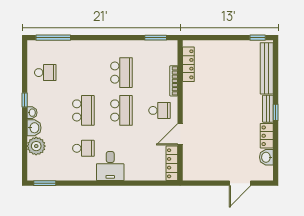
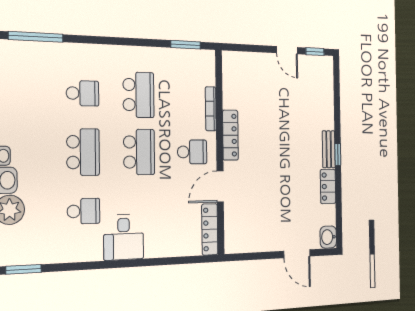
door: (234, 38) -> (287, 50), added
locker: (188, 64) -> (230, 135), moved
bench: (267, 68) -> (326, 94), removed
school desk: (45, 73) -> (83, 93), moved
washbasin: (266, 157) -> (328, 237), moved
door: (240, 183) -> (297, 254), hinge flipped

